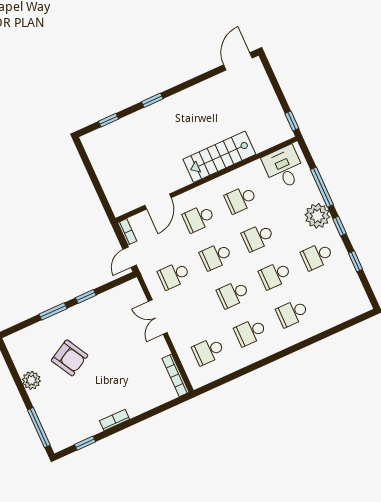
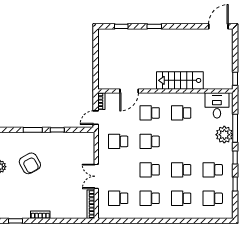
plant: (317, 216) -> (224, 135), moved
school desk: (258, 237) -> (213, 198), moved
double door: (158, 317) -> (96, 176), moved

